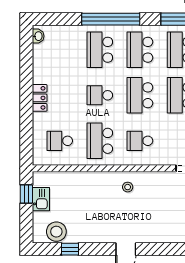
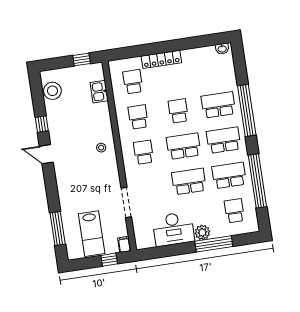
locker: (40, 98) -> (161, 59), width x1.53
school desk: (100, 141) -> (138, 117), width x0.54
kitchen sink: (41, 199) -> (99, 92), moved, turned 90
window: (70, 249) -> (42, 124), moved

